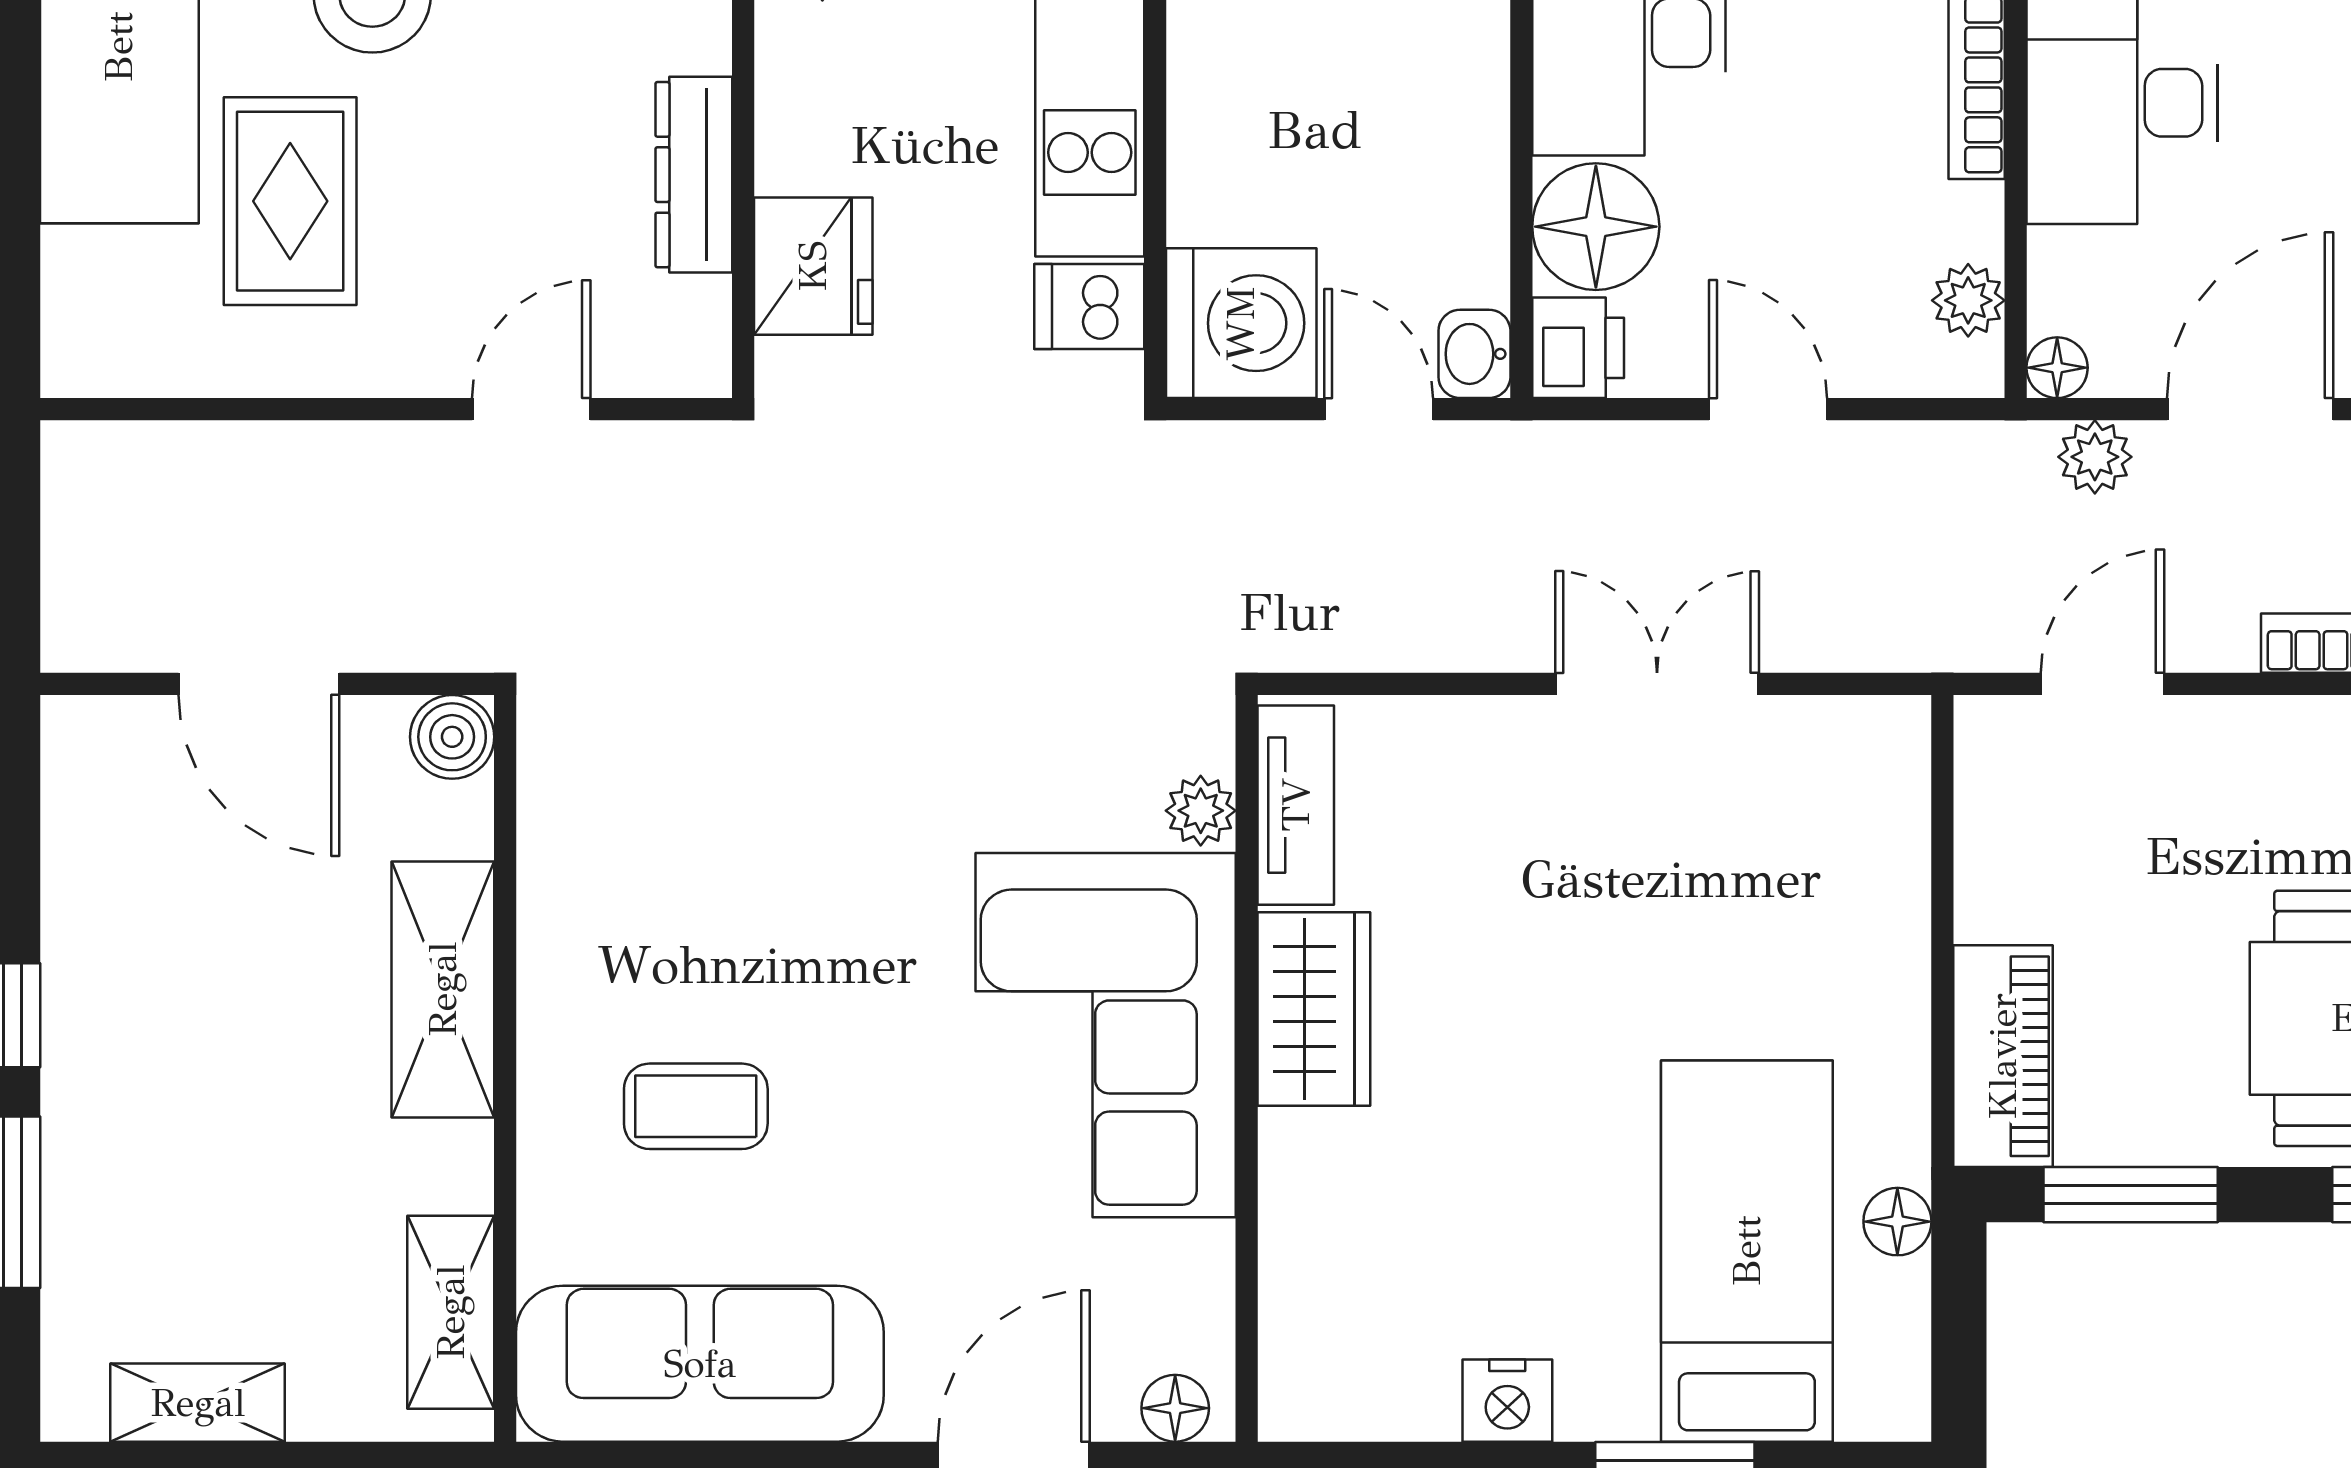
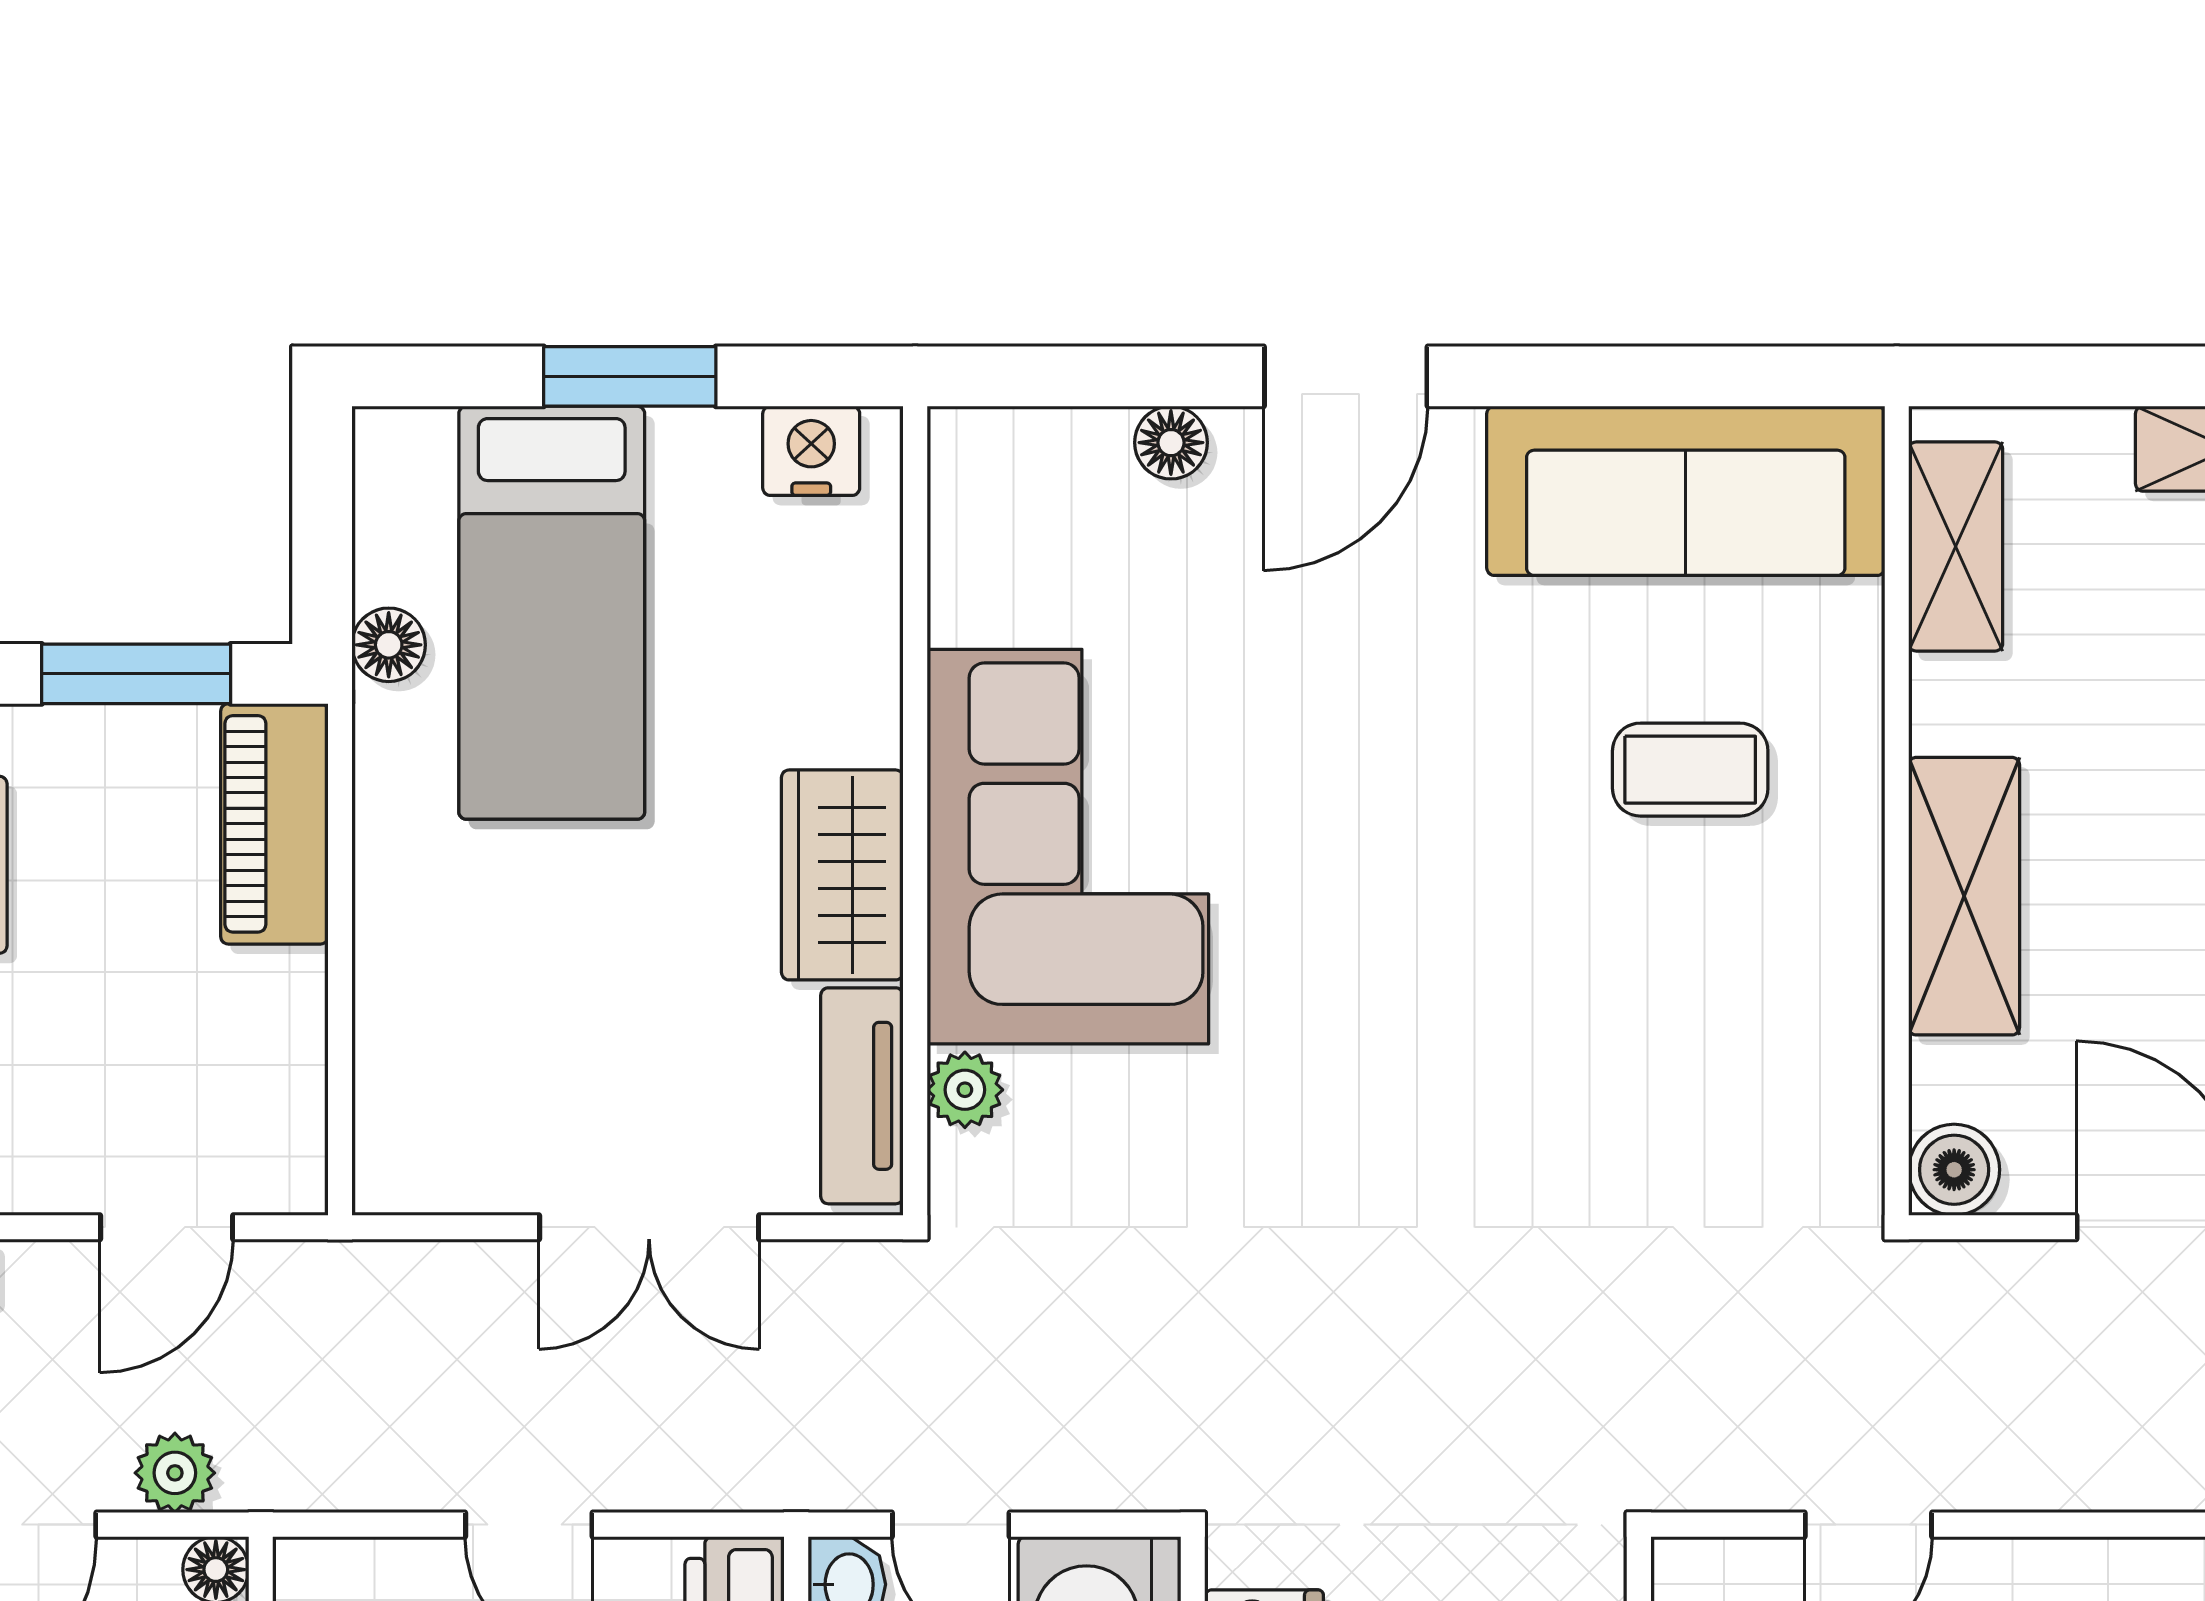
tv unit: (1296, 805) -> (862, 1096), moved
plant: (1201, 811) -> (965, 1090), moved
wardrobe: (1314, 1009) -> (842, 875), moved
corner sofa: (1106, 1035) -> (1068, 847), moved
wall: (1247, 1068) -> (915, 811), moved

